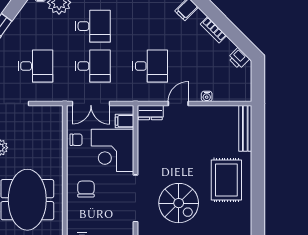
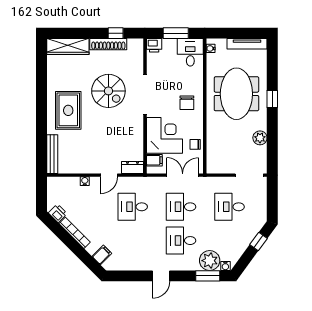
bookcase: (213, 30) -> (75, 233), width x1.56
spiral stairs: (179, 203) -> (108, 91), turned 180

